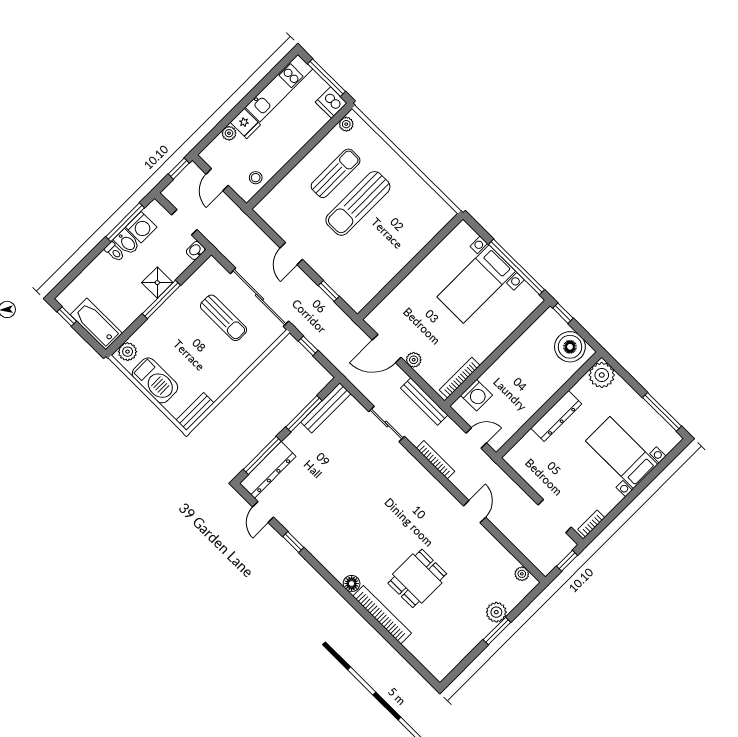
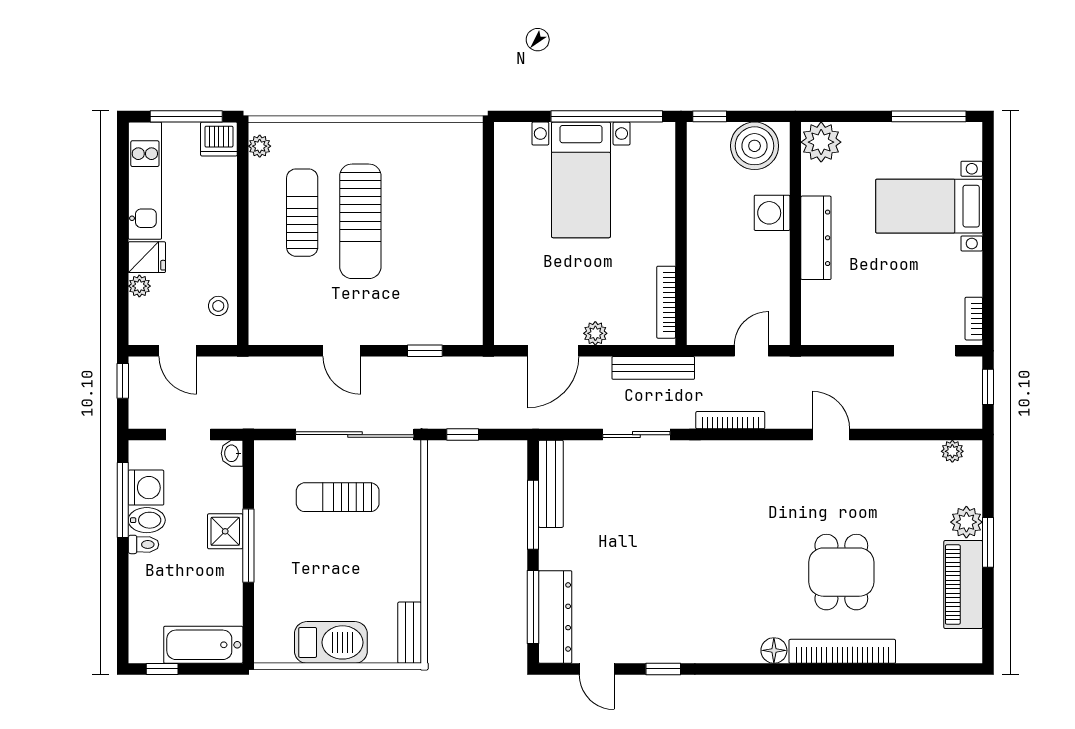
sun lounger: (223, 318) -> (338, 497), turned 180
plant: (128, 352) -> (268, 641), removed
washing machine: (476, 395) -> (772, 213), moved, turned 180
piano: (467, 639) -> (963, 585), added

